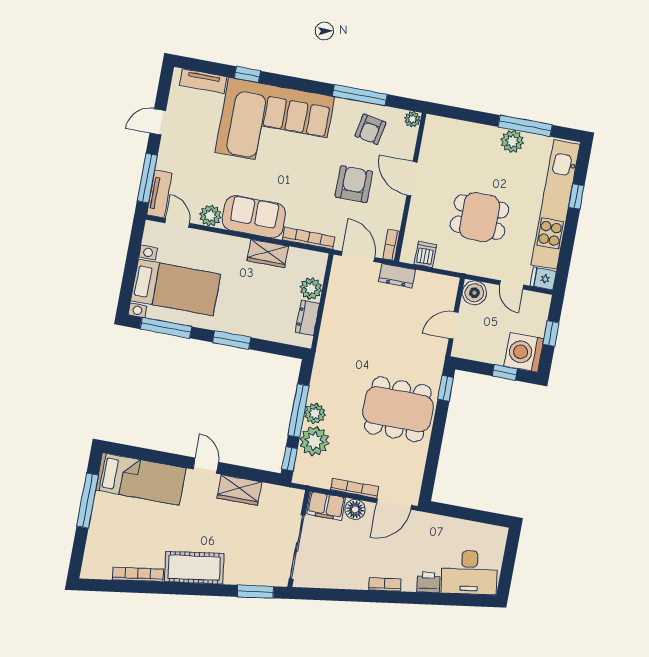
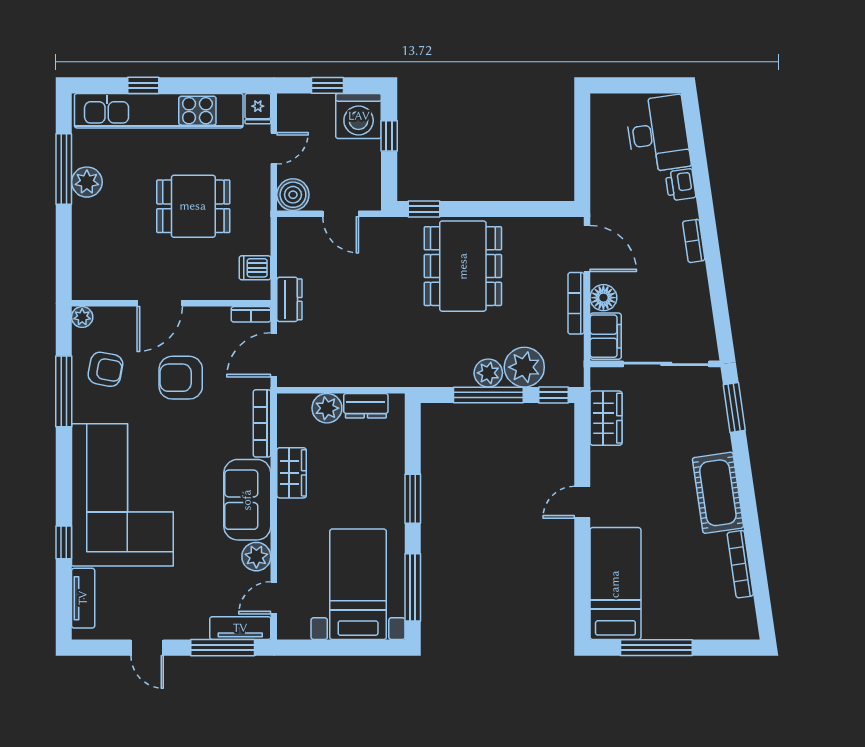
dining table: (479, 217) -> (193, 206), turned 90
wardrobe: (239, 490) -> (606, 418), moved

